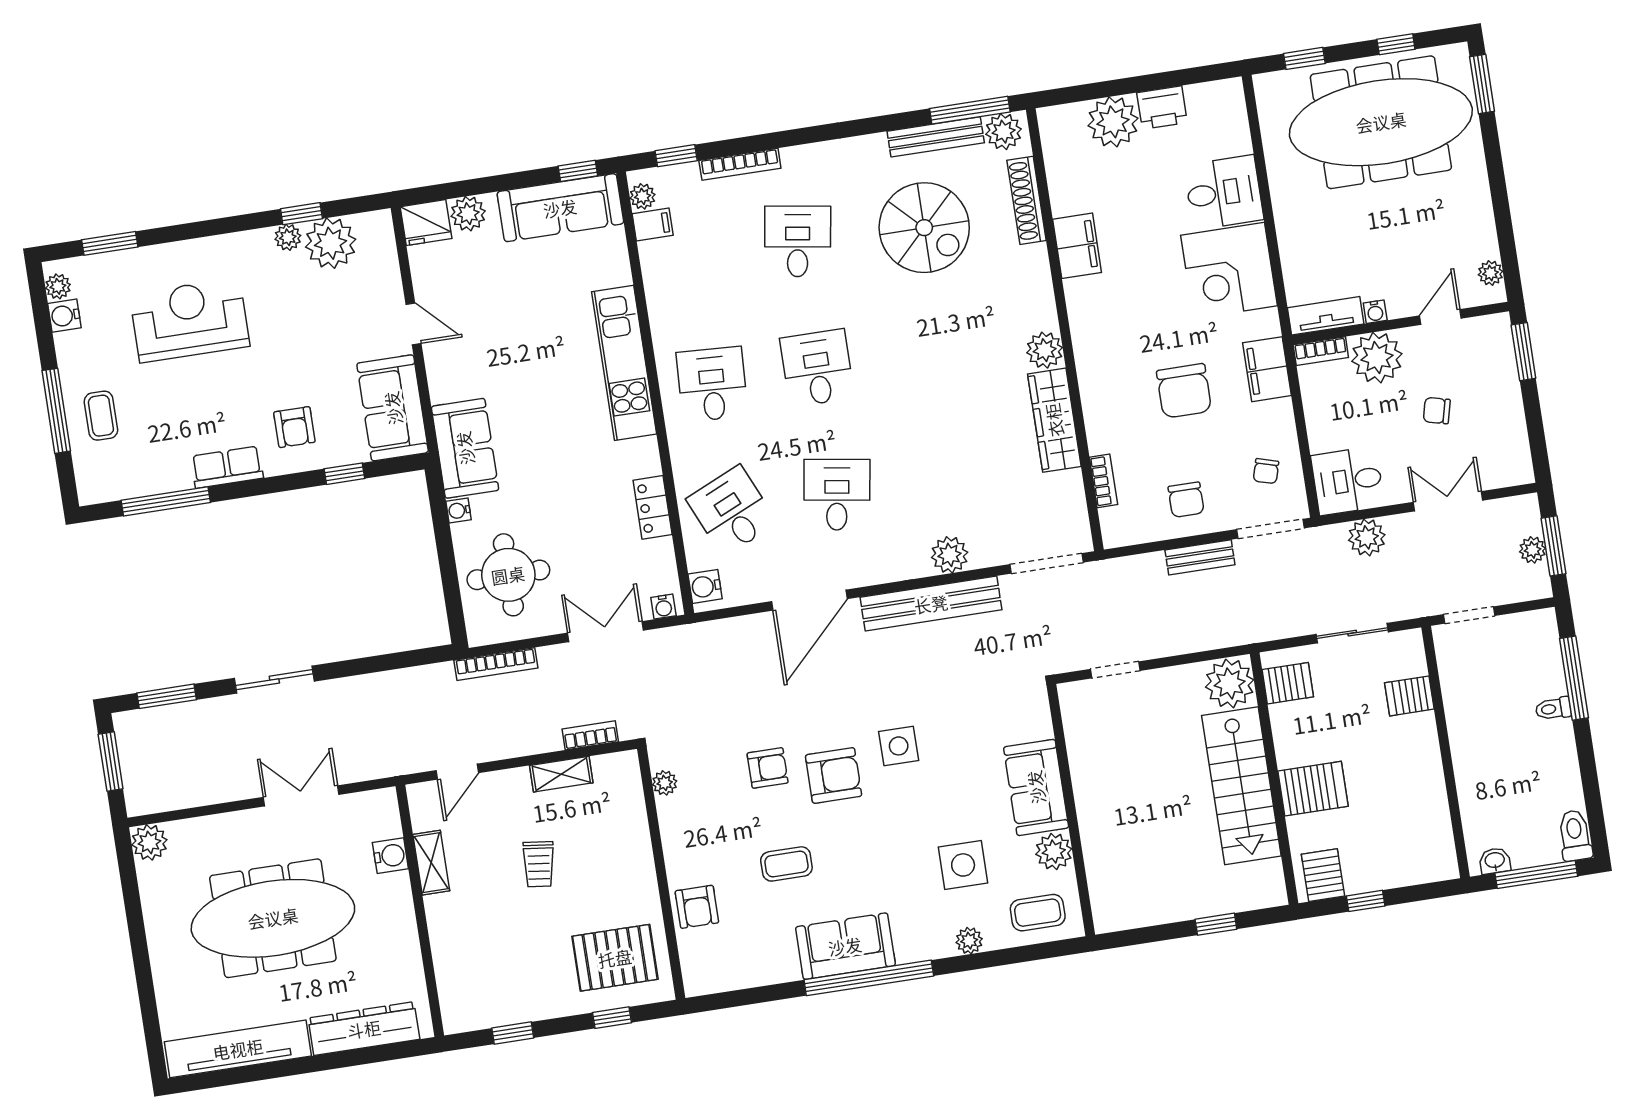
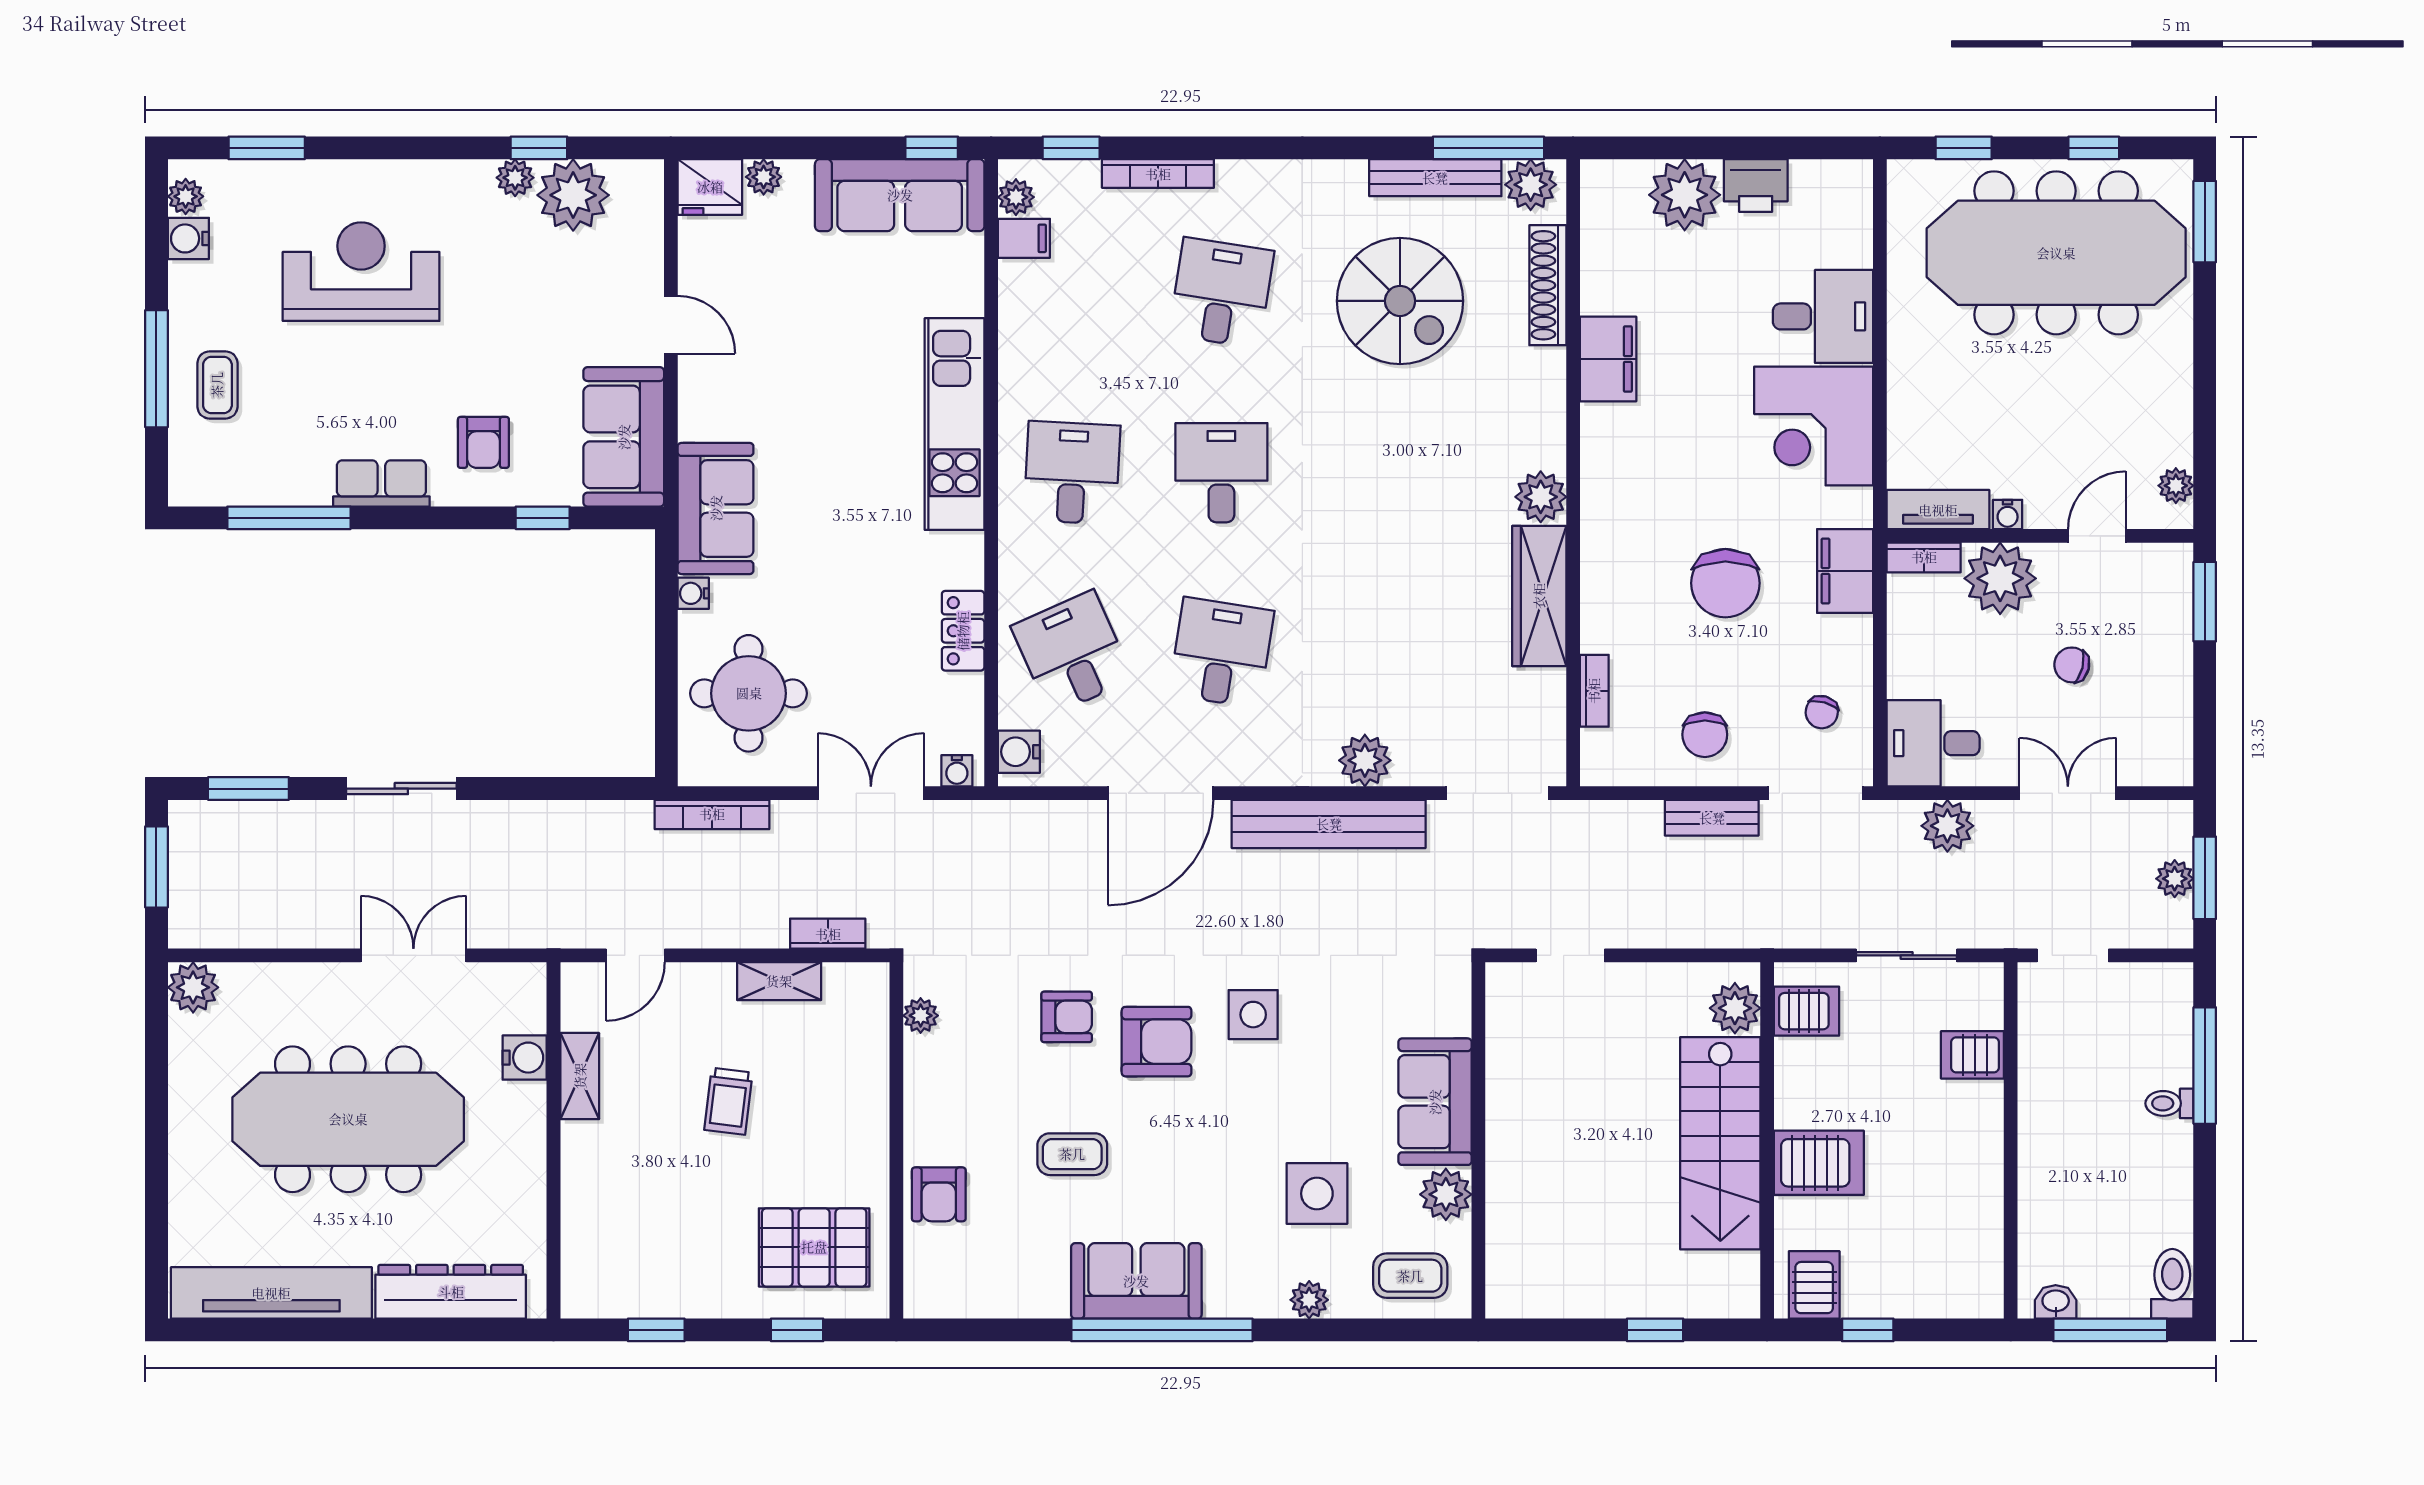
plant: (468, 214) -> (764, 177), width x0.73, depth x0.73
plant: (1230, 683) -> (1735, 1008), width x0.73, depth x0.73

